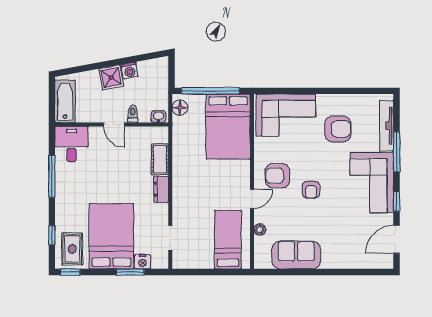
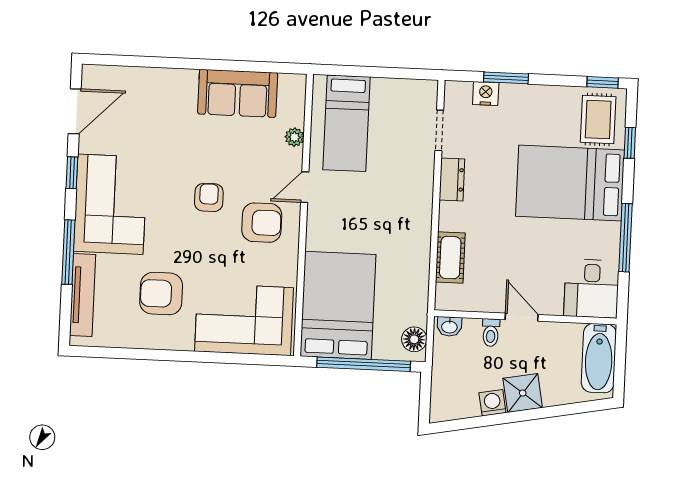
dresser: (161, 189) -> (452, 180), moved
bed: (111, 236) -> (570, 183), moved, turned 90

